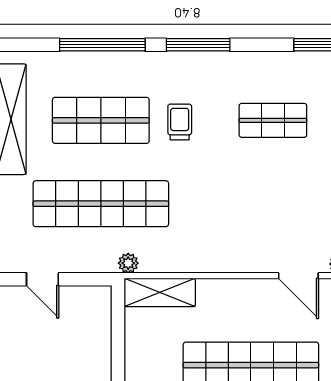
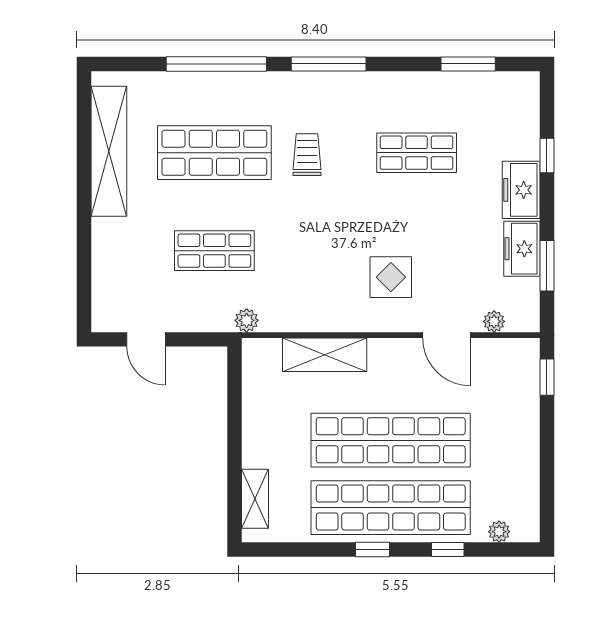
shop shelf: (101, 204) -> (214, 251), width x0.50, depth x0.74
display table: (251, 226) -> (391, 277), added
shelving: (160, 292) -> (325, 355), moved

